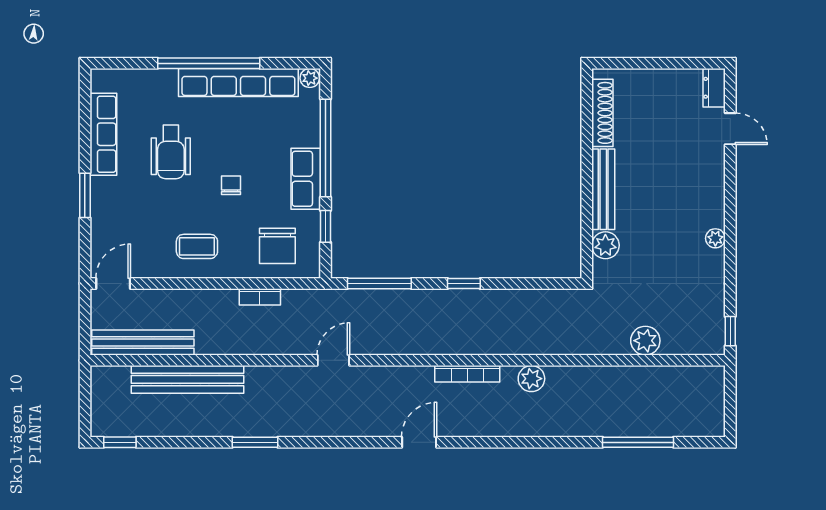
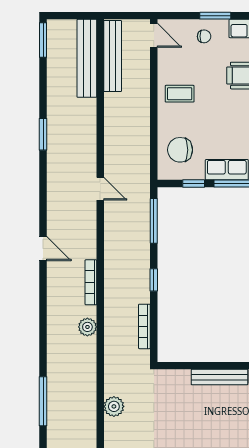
chair: (231, 185) -> (204, 36), moved
plant: (605, 245) -> (180, 379), removed
coffee table: (197, 246) -> (180, 94), turned 90
bookcase: (260, 297) -> (144, 326), moved, width x1.56
bench: (188, 379) -> (87, 58), moved
window: (120, 442) -> (43, 40), width x1.50

